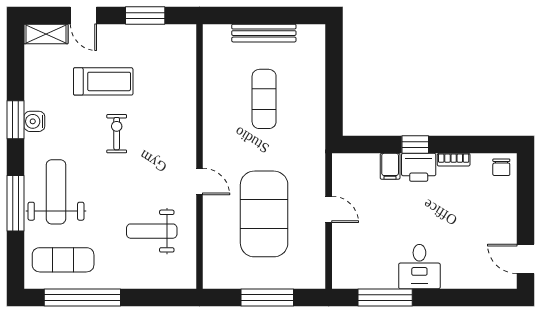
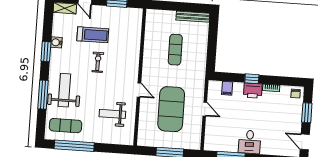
bench: (264, 33) -> (193, 17), moved
water cooler: (34, 121) -> (56, 42), moved
filing cabinet: (390, 166) -> (227, 88), moved
window: (526, 203) -> (307, 113), added

